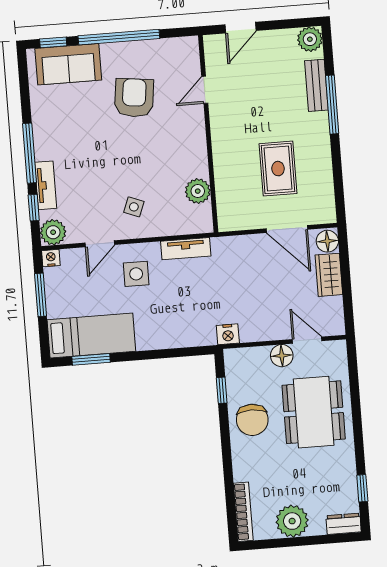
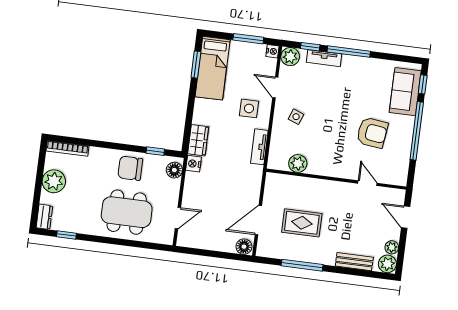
plant: (286, 38) -> (392, 247), added
window: (332, 105) -> (302, 265), moved
wardrobe: (329, 275) -> (198, 140), moved, turned 90
floor lamp: (282, 356) -> (174, 170), moved

